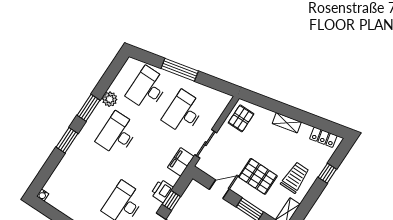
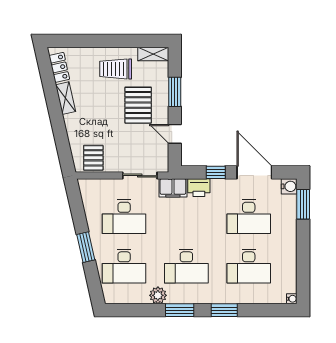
window: (180, 70) -> (86, 247), width x0.69
pallet: (241, 118) -> (93, 158), turned 90
shelving: (287, 123) -> (66, 98), moved
window: (327, 173) -> (91, 41), removed
desk: (87, 179) -> (249, 266), added
printer: (162, 191) -> (199, 188), moved

